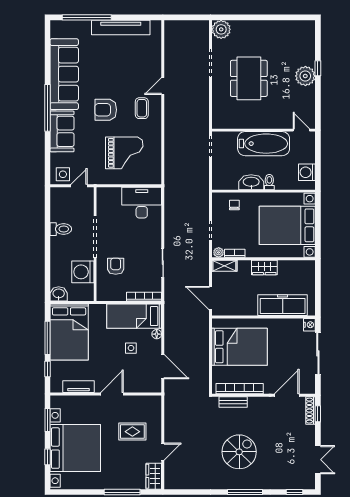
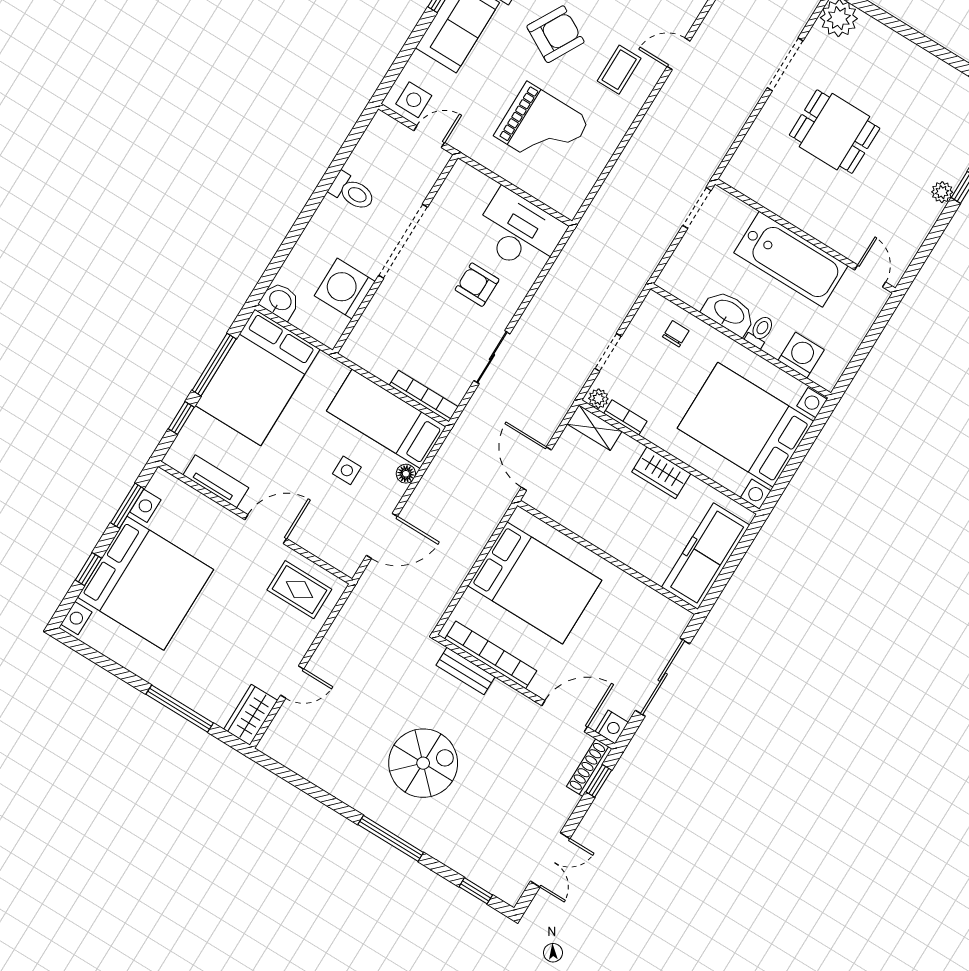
plant: (305, 76) -> (942, 192), width x0.53, depth x0.53
dining table: (249, 78) -> (835, 132), width x0.73
armchair: (106, 110) -> (555, 34), turned 119
washing machine: (307, 172) -> (801, 355), moved, turned 90
armchair: (116, 266) -> (477, 285), moved, turned -90
freezer: (283, 305) -> (706, 556), moved, turned -90
nightstand: (309, 325) -> (612, 727), moved
door: (163, 367) -> (382, 536), hinge flipped
rug: (132, 432) -> (299, 590), moved

